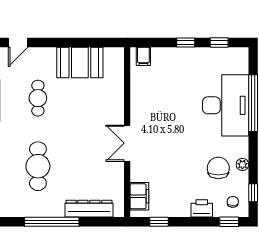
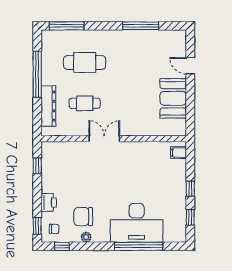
door: (18, 43) -> (190, 66), moved
cafe table: (38, 98) -> (85, 103), moved
chair: (218, 168) -> (83, 217), turned 180
filing cabinet: (139, 196) -> (59, 149), removed

